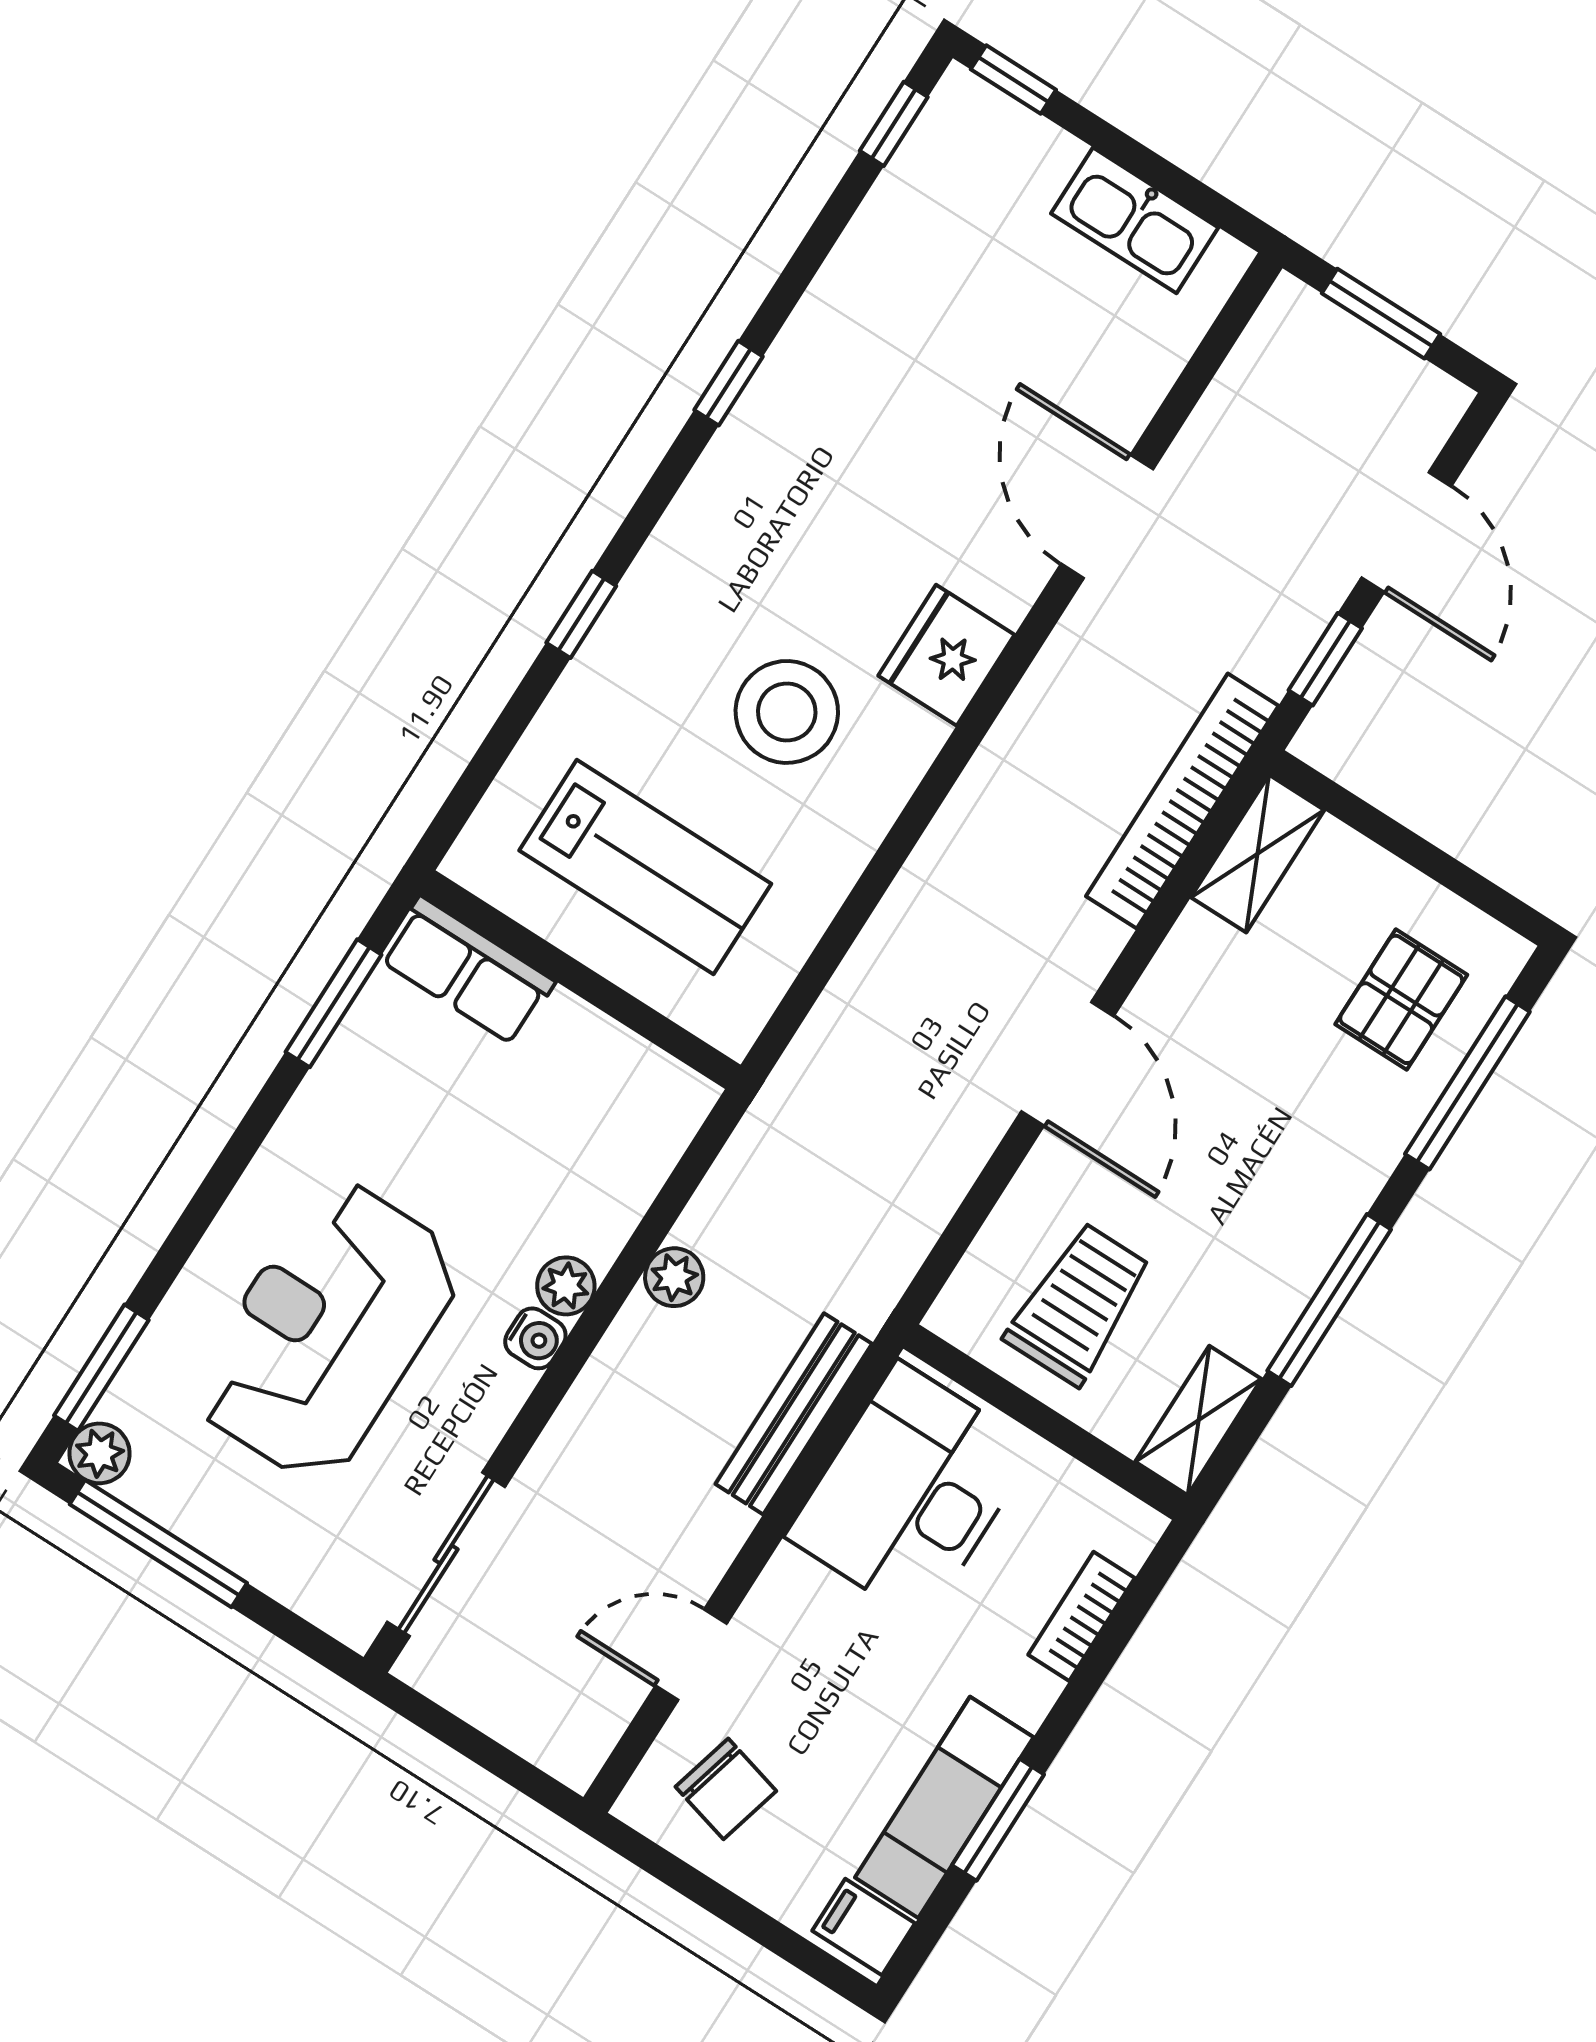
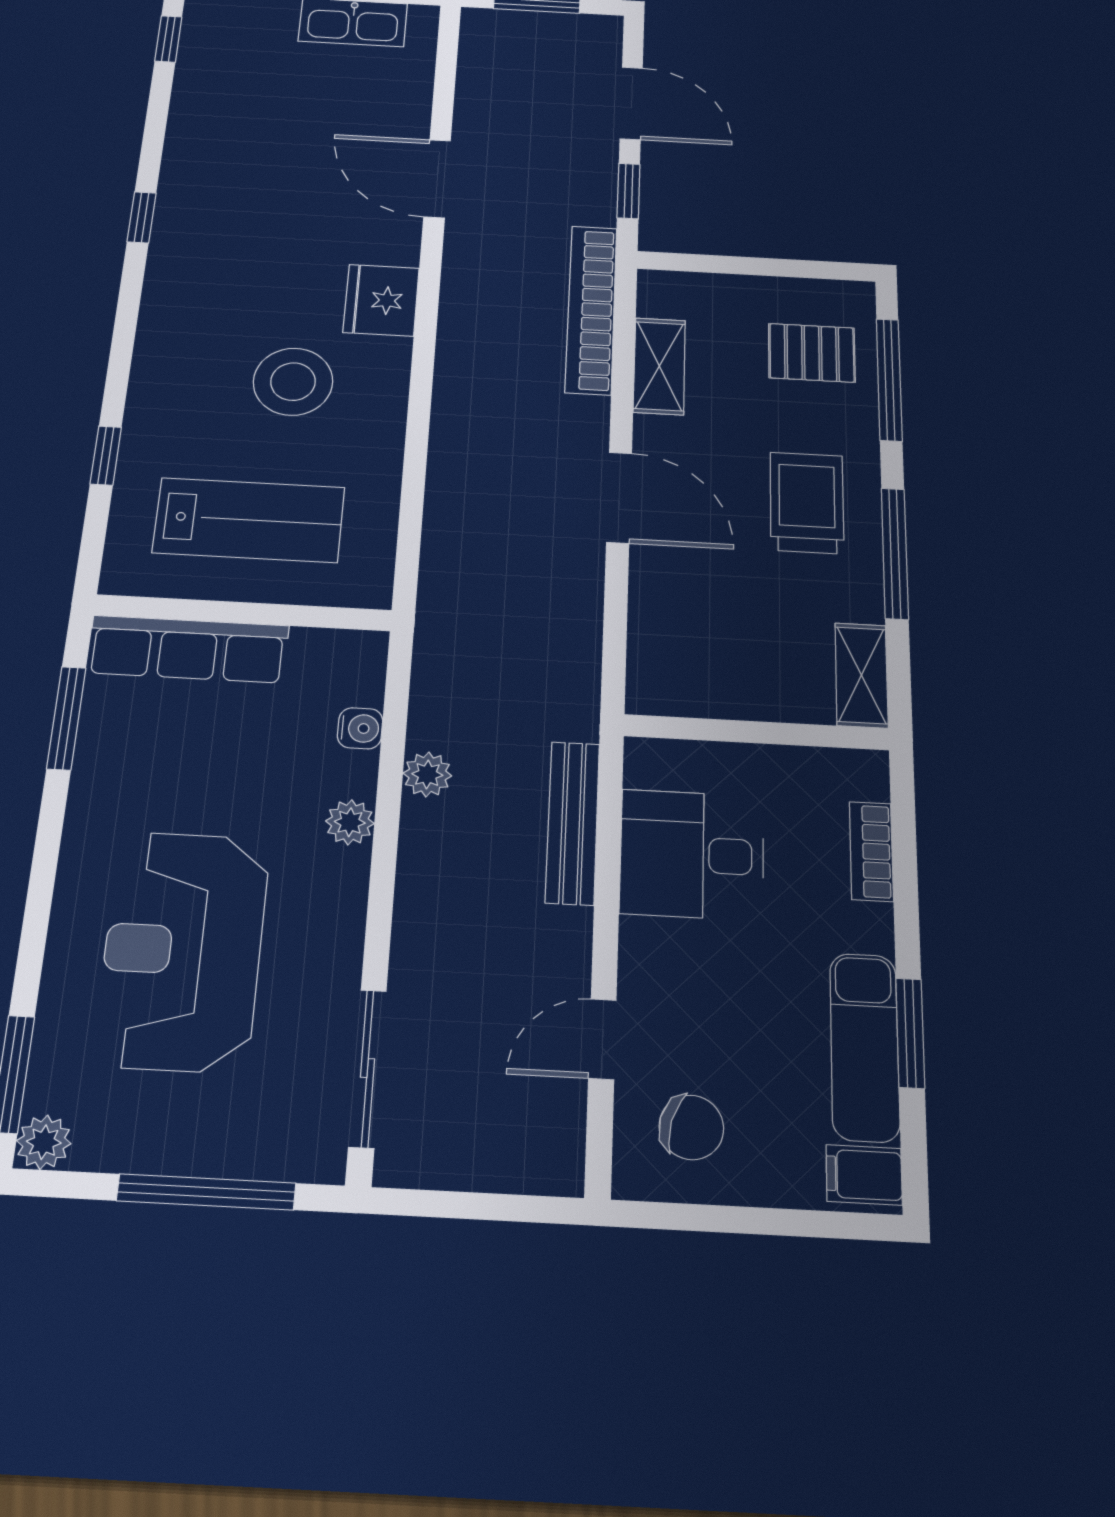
window: (581, 614) -> (106, 455), moved
shelving: (1258, 854) -> (659, 366), moved
row of seats: (467, 971) -> (188, 649), width x1.48
pallet: (1401, 999) -> (812, 353), turned 90
trolley: (1079, 1304) -> (807, 503), moved
water cooler: (535, 1338) -> (360, 728), moved
desk: (911, 1492) -> (692, 854), width x0.73
window: (158, 1544) -> (206, 1192), moved

